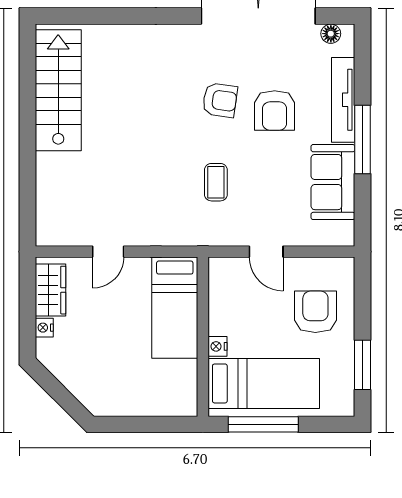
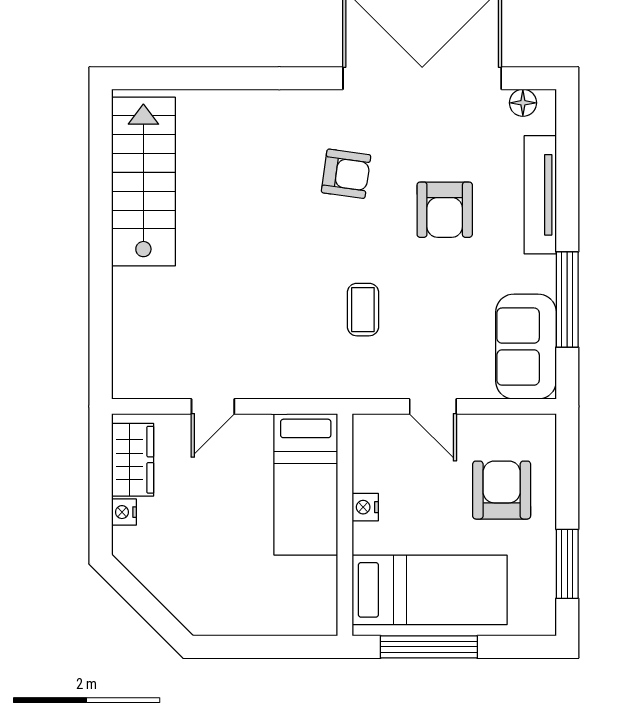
armchair: (220, 100) -> (346, 174), moved
window: (363, 140) -> (567, 300), moved
sofa: (333, 182) -> (526, 347), moved
nightstand: (218, 346) -> (365, 507), moved

